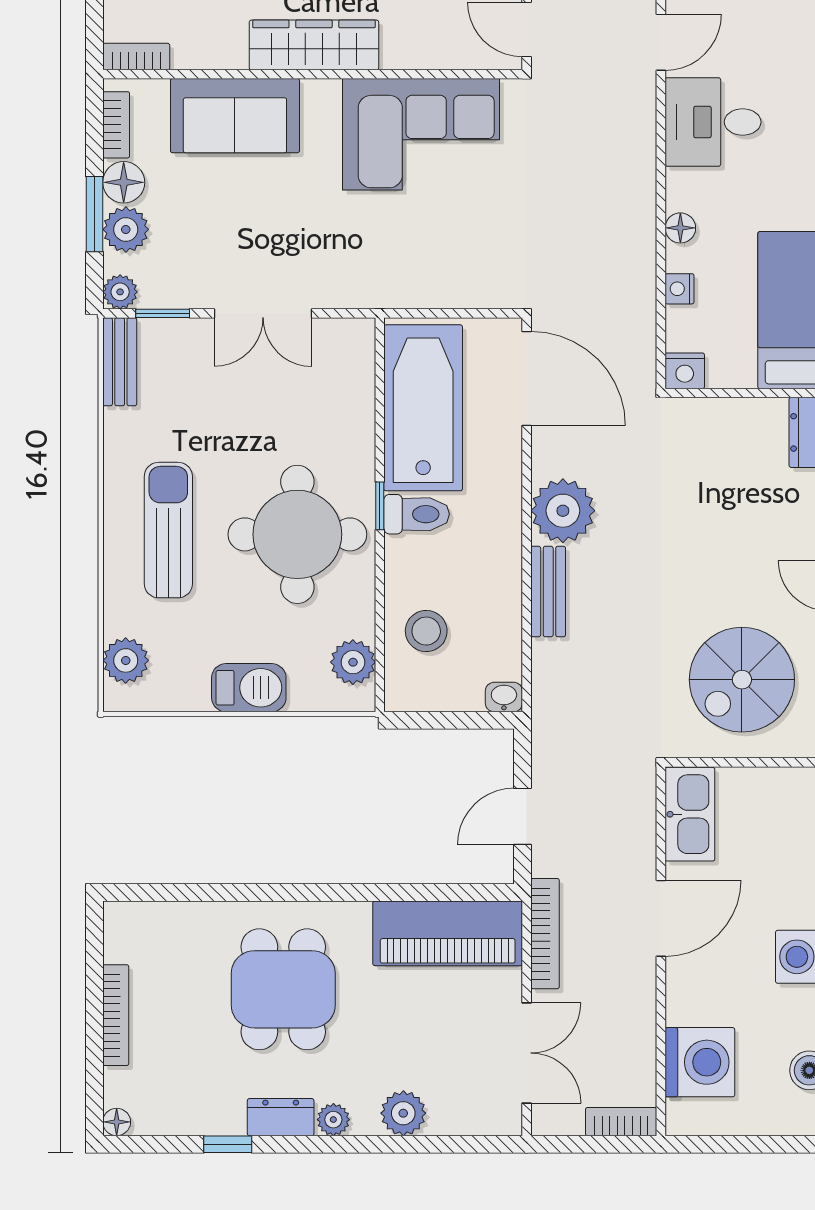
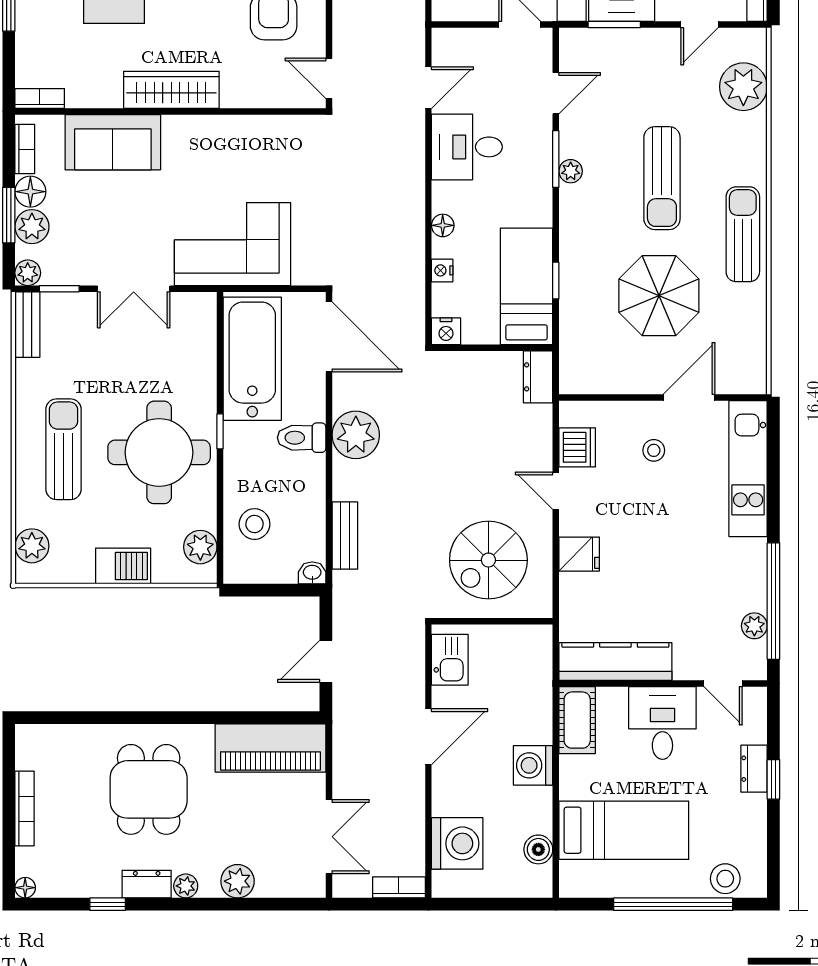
corner sofa: (421, 134) -> (233, 244), moved, turned 180
toilet: (417, 514) -> (302, 438), moved, turned 180
bench: (548, 592) -> (345, 536), moved
kitchen sink: (690, 814) -> (450, 660), width x0.73
bookcase: (545, 934) -> (342, 748), removed

